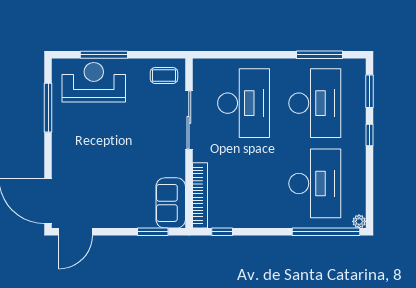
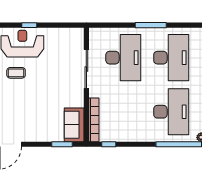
window: (104, 55) -> (29, 25), width x0.46
window: (319, 55) -> (151, 25), moved
coffee table: (164, 75) -> (16, 73), moved

